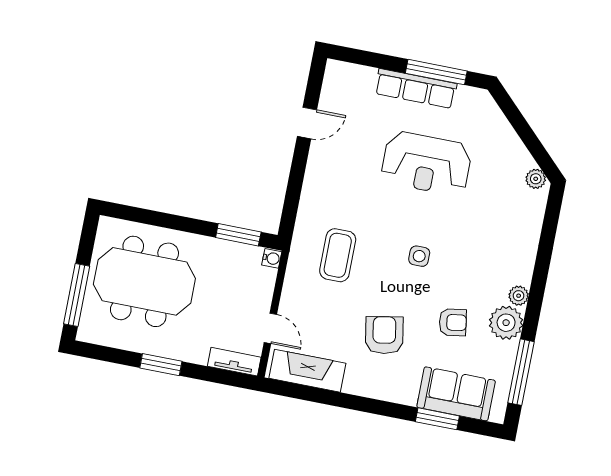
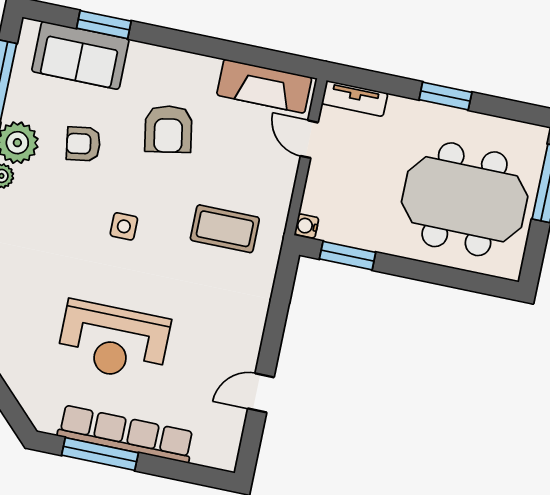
row of seats: (416, 89) -> (126, 434), width x1.36
reception desk: (426, 163) -> (114, 341), turned 180
coffee table: (338, 255) -> (225, 229), turned 90

